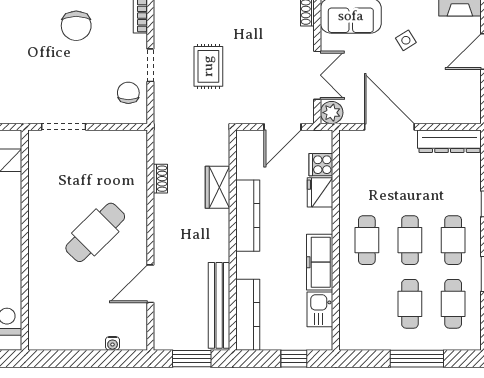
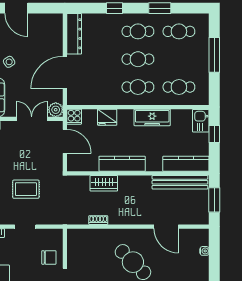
chair: (128, 93) -> (49, 257), moved, turned 180
cooker: (321, 165) -> (74, 117), moved
cafe table: (410, 304) -> (179, 87), moved
kitchen sink: (320, 309) -> (201, 121), moved, turned 90

